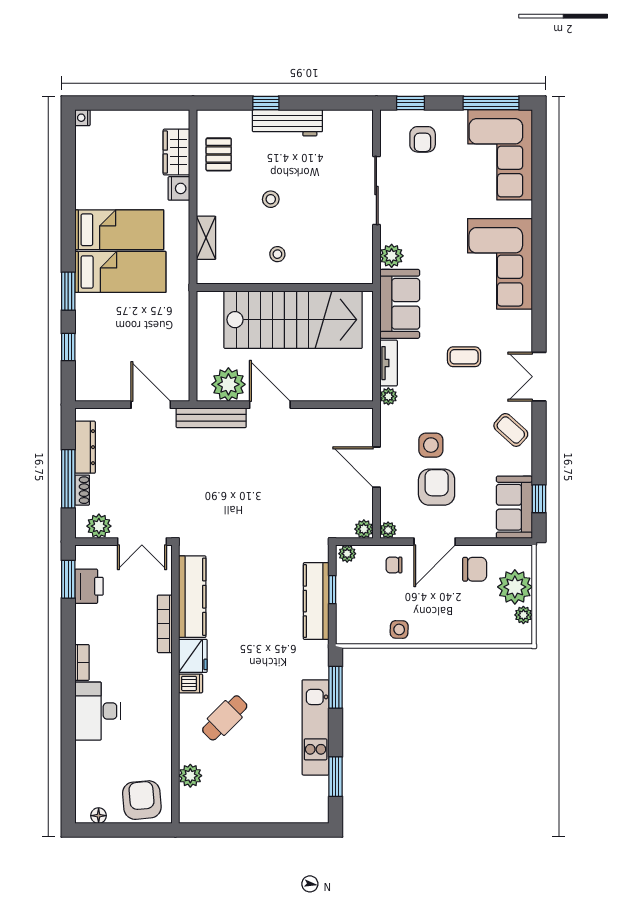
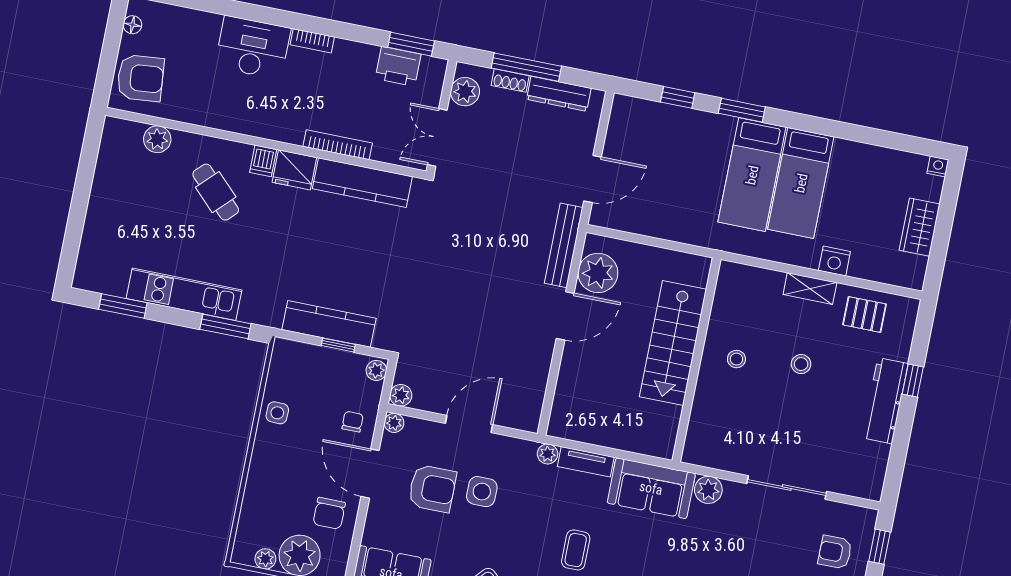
wardrobe: (176, 152) -> (920, 227), moved, turned -90
shelving: (206, 238) -> (810, 289), moved
stairs: (293, 320) -> (673, 343), width x0.73, depth x0.66

